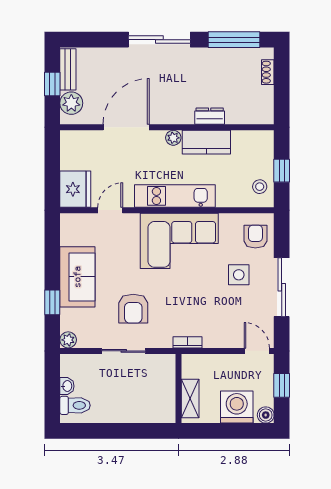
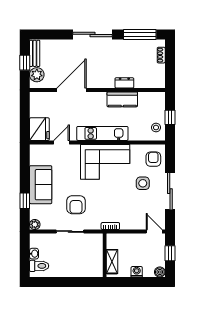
plant: (173, 138) -> (101, 97), removed
washing machine: (237, 407) -> (137, 272), width x0.53, depth x0.53

